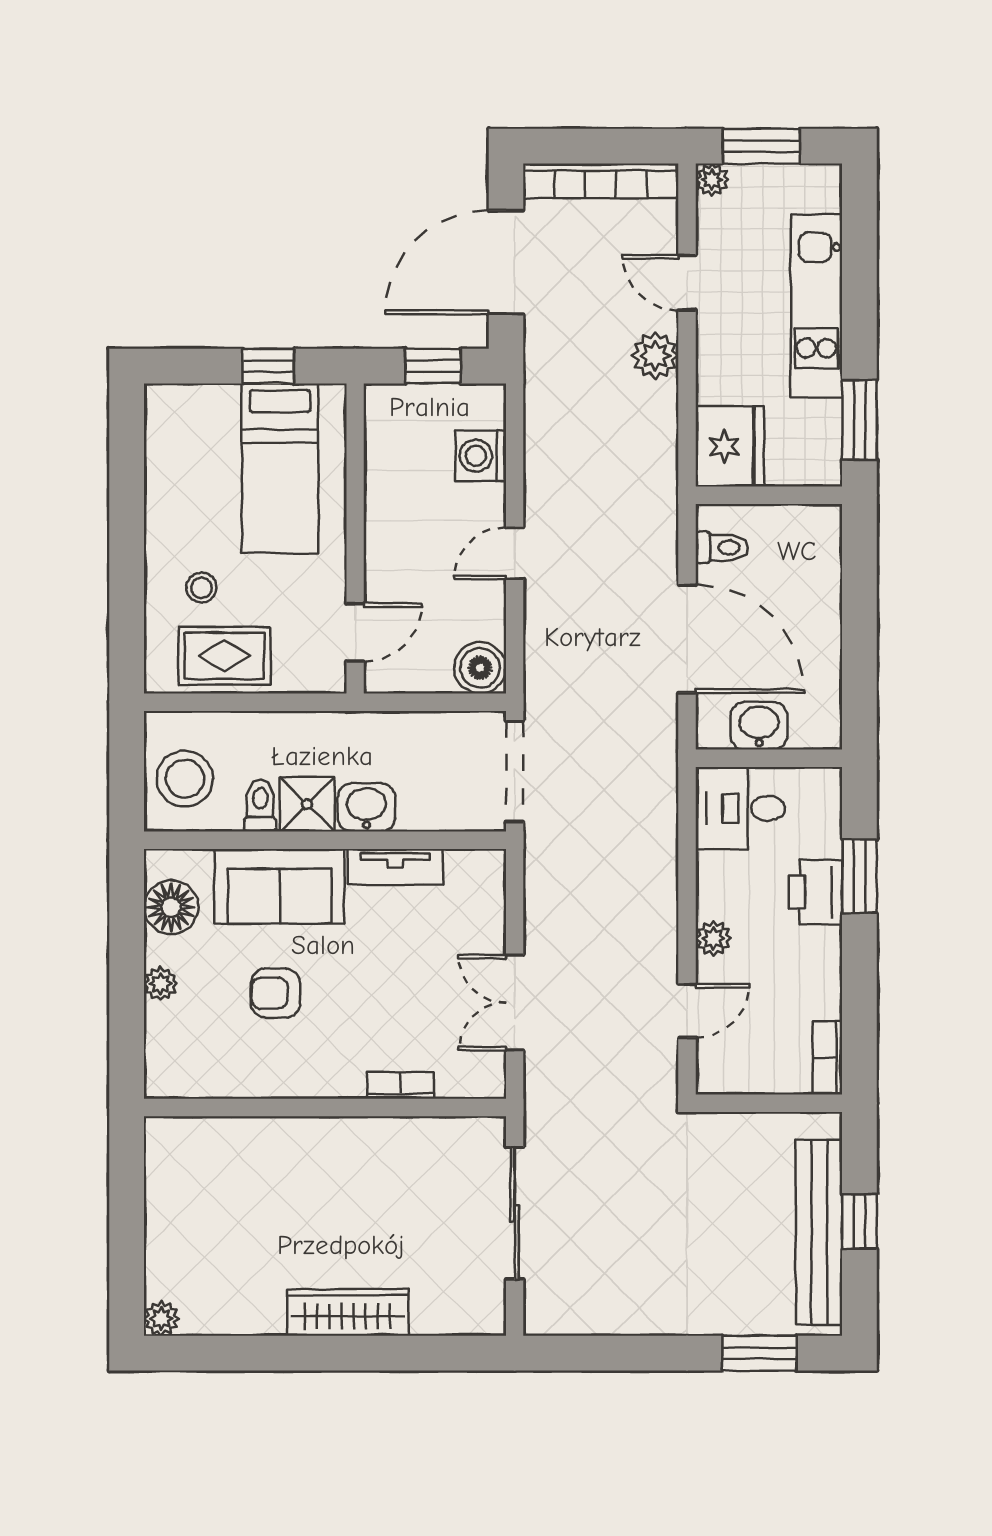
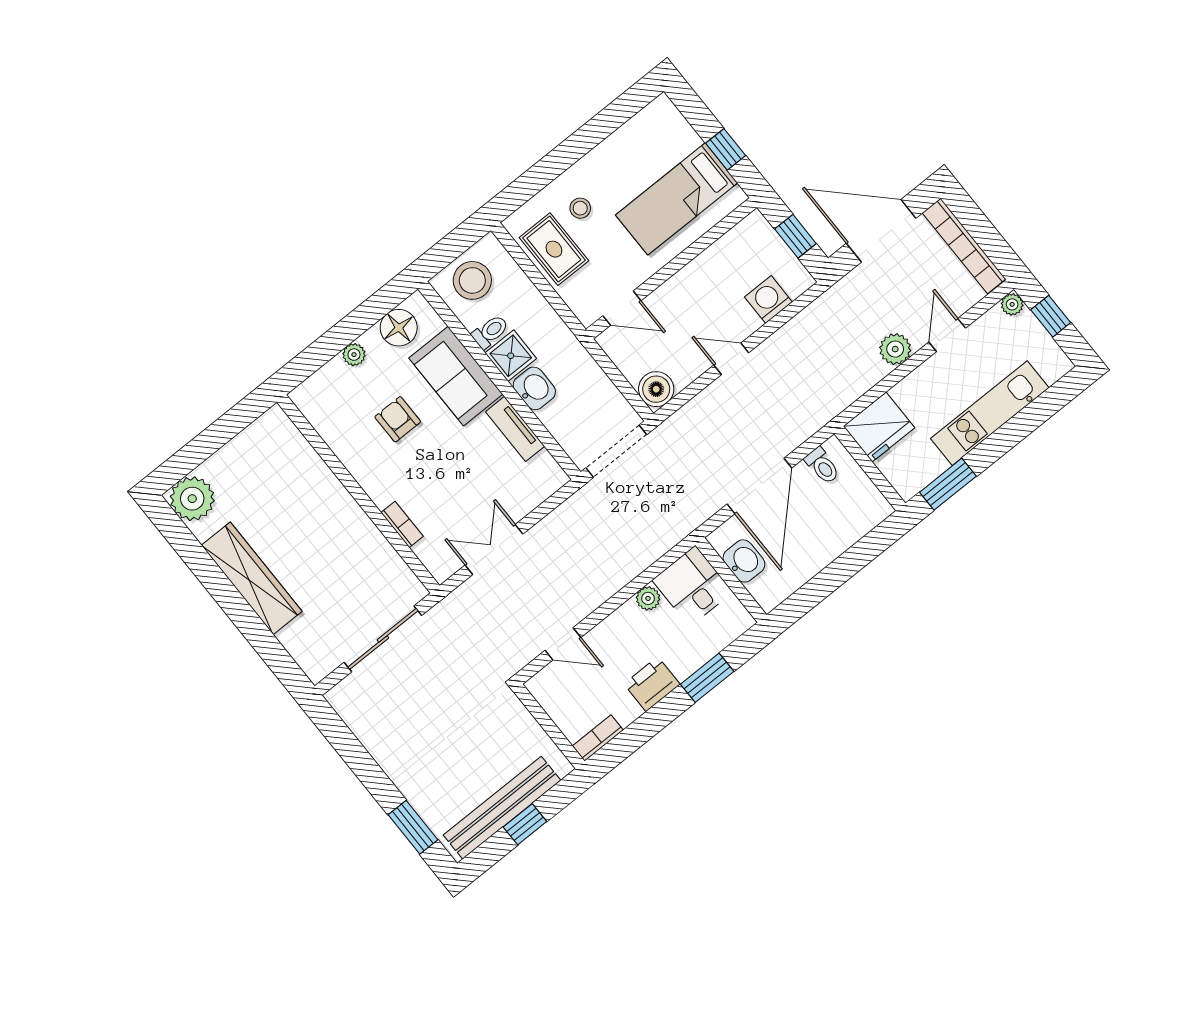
window: (761, 146) -> (1051, 316), width x0.67
printer: (816, 892) -> (652, 684), moved
plant: (713, 938) -> (648, 598), moved
wardrobe: (348, 1313) -> (252, 578), width x1.40, depth x1.17
plant: (161, 1318) -> (192, 499), width x1.88, depth x1.88

